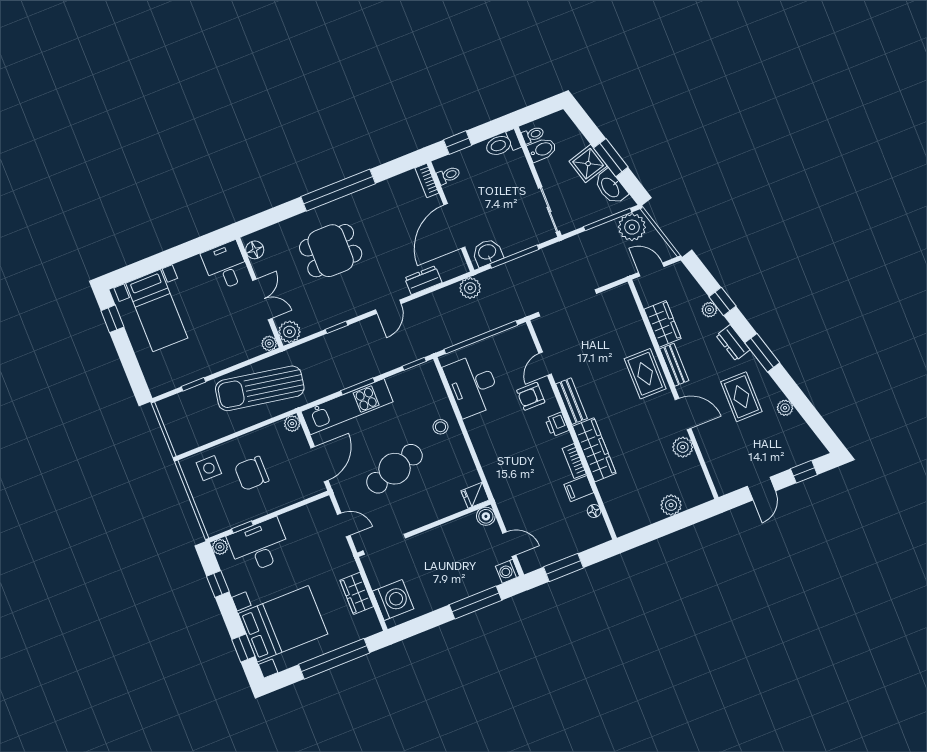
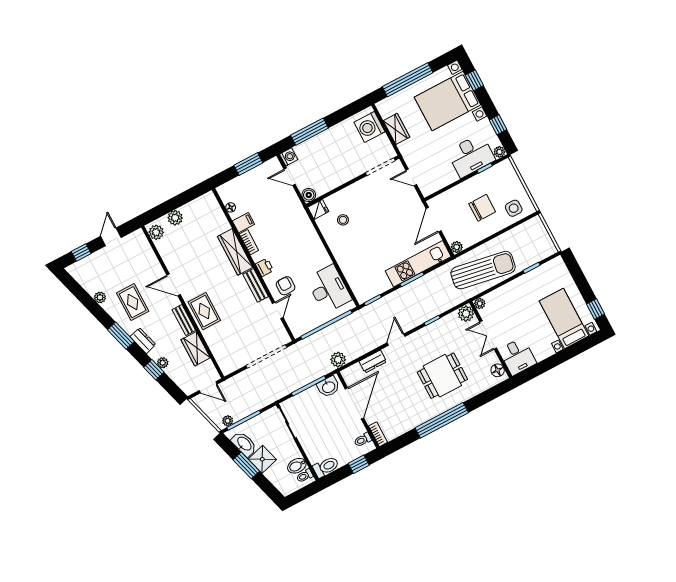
plant: (632, 227) -> (228, 421), width x0.53, depth x0.53
armchair: (531, 396) -> (286, 286), turned -90
stool: (440, 427) -> (343, 220), moved
plant: (683, 447) -> (156, 232), moved
cafe table: (394, 469) -> (379, 222), removed

